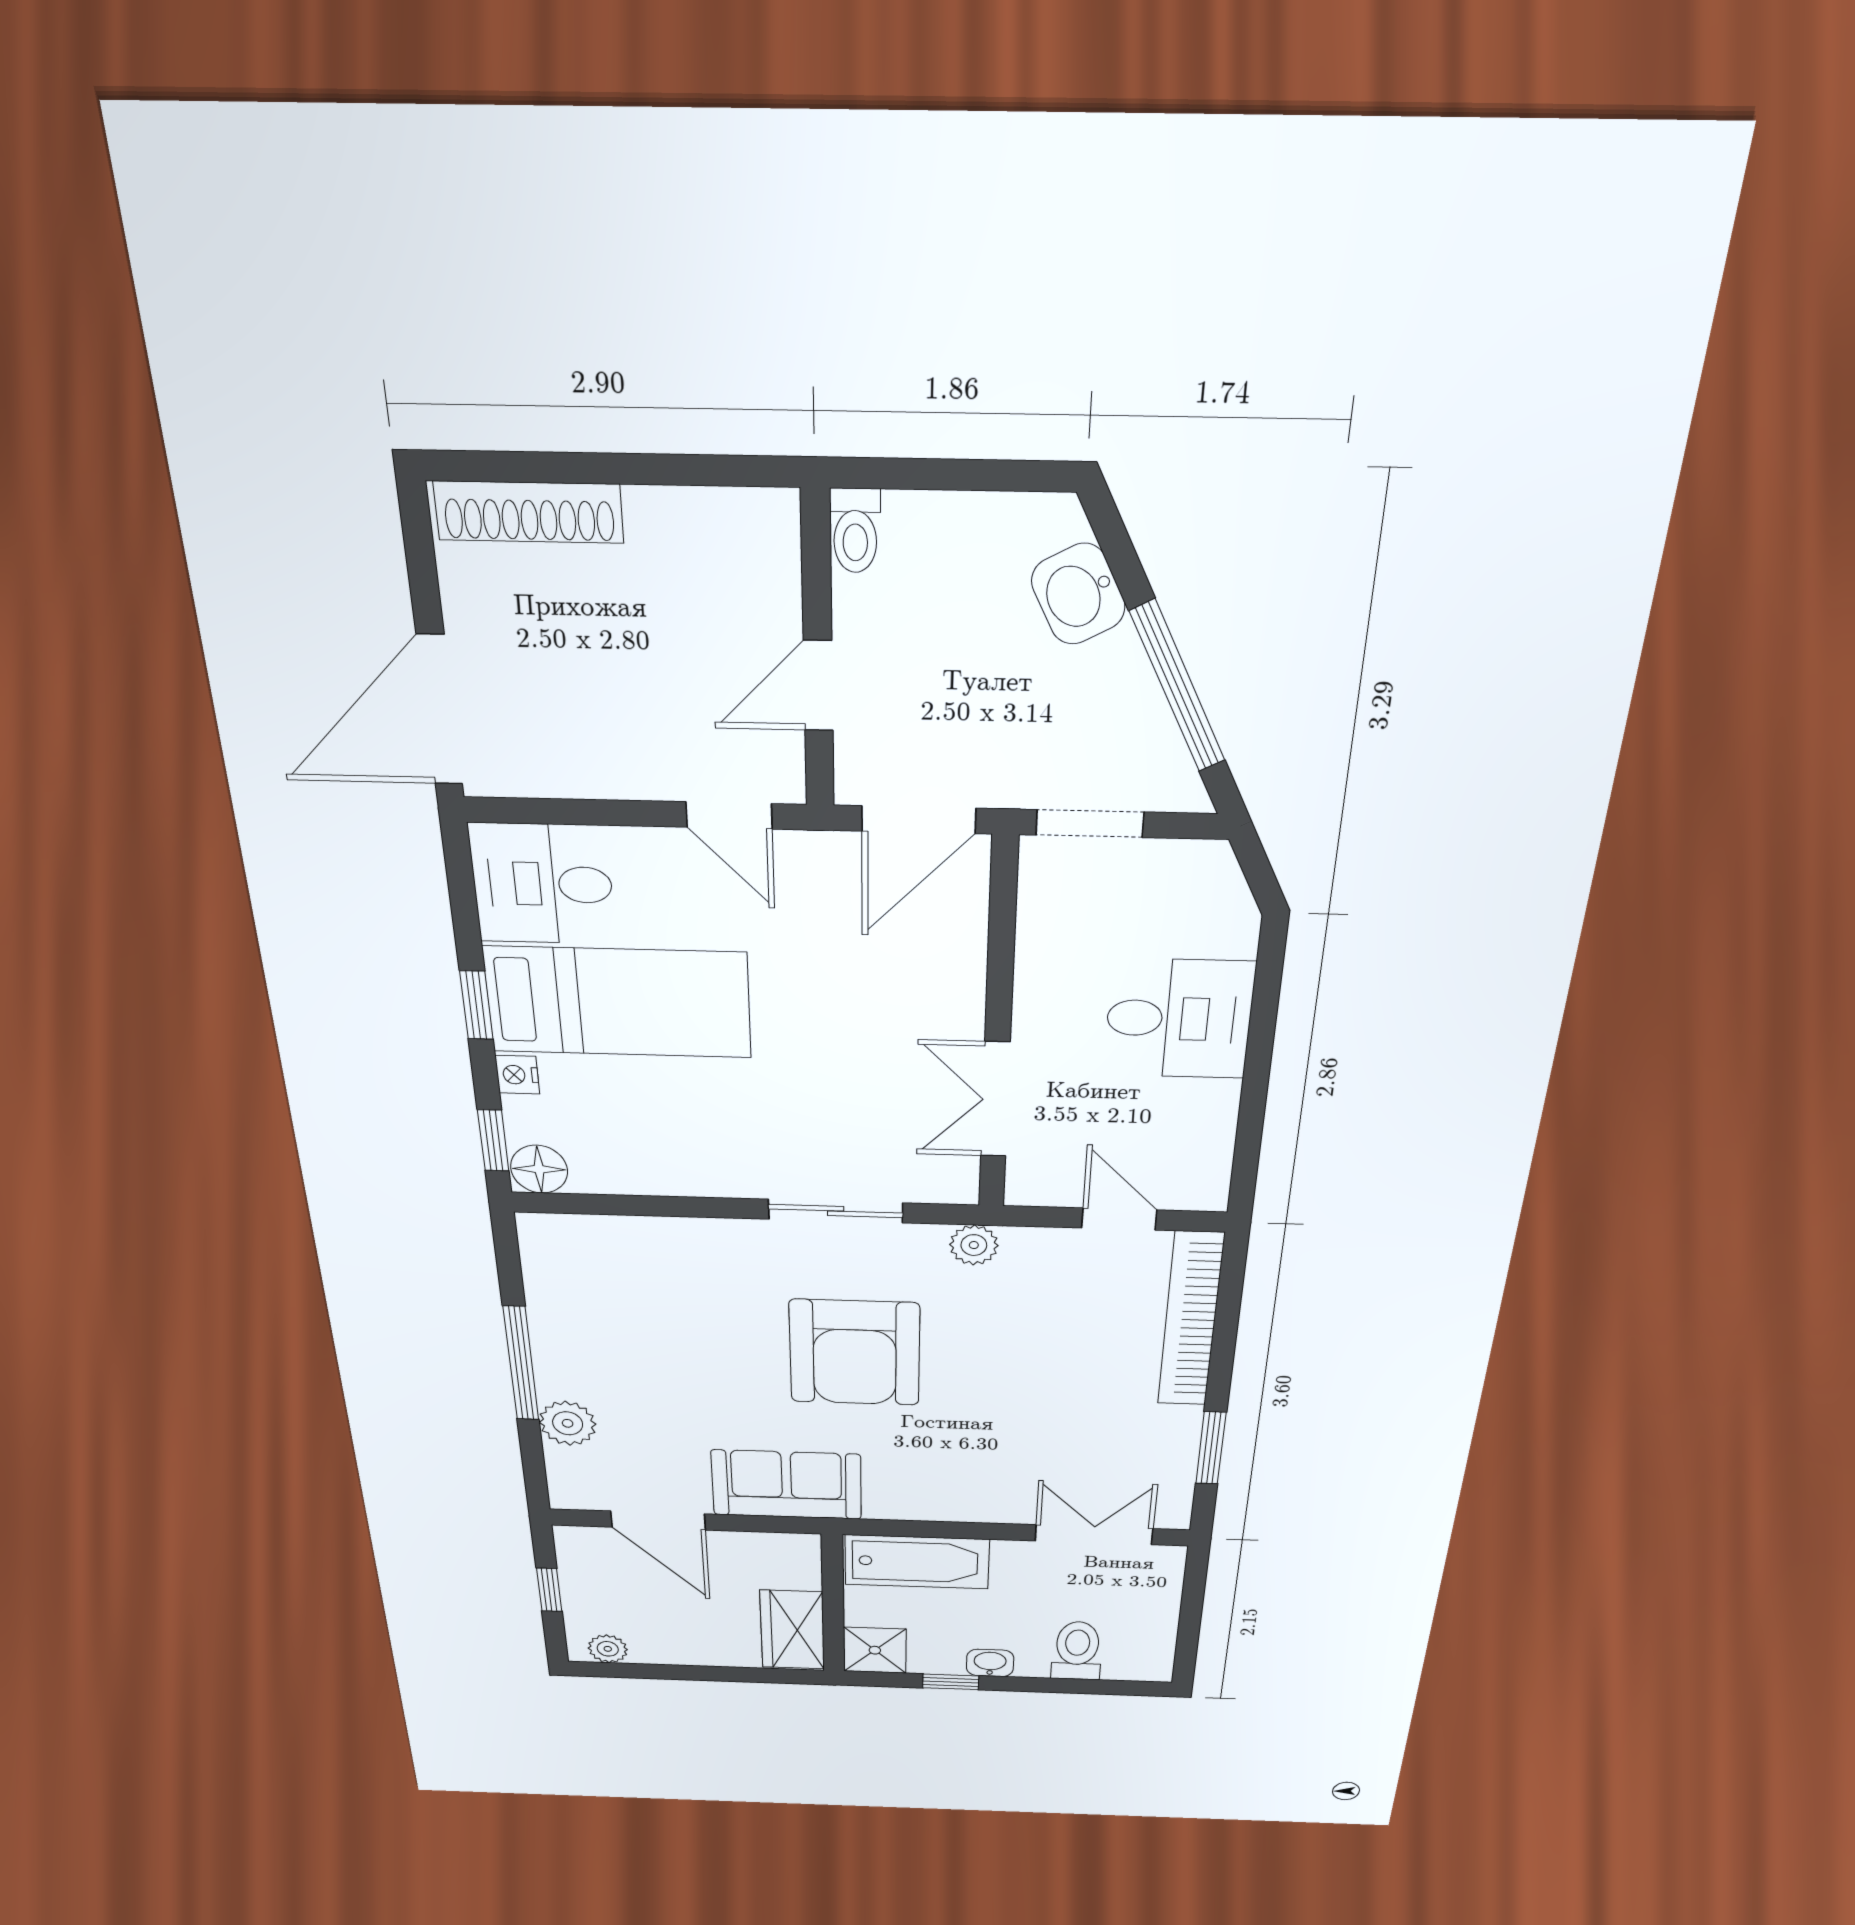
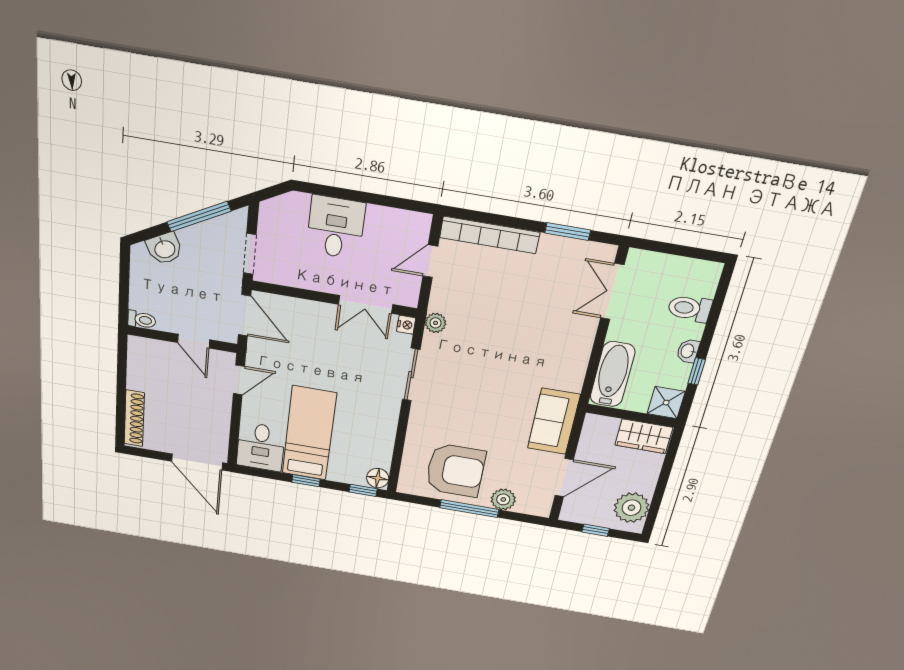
nightstand: (517, 1075) -> (406, 325), moved, turned -90
armchair: (855, 1353) -> (455, 470), moved
plant: (608, 1649) -> (631, 508), width x1.88, depth x1.88

